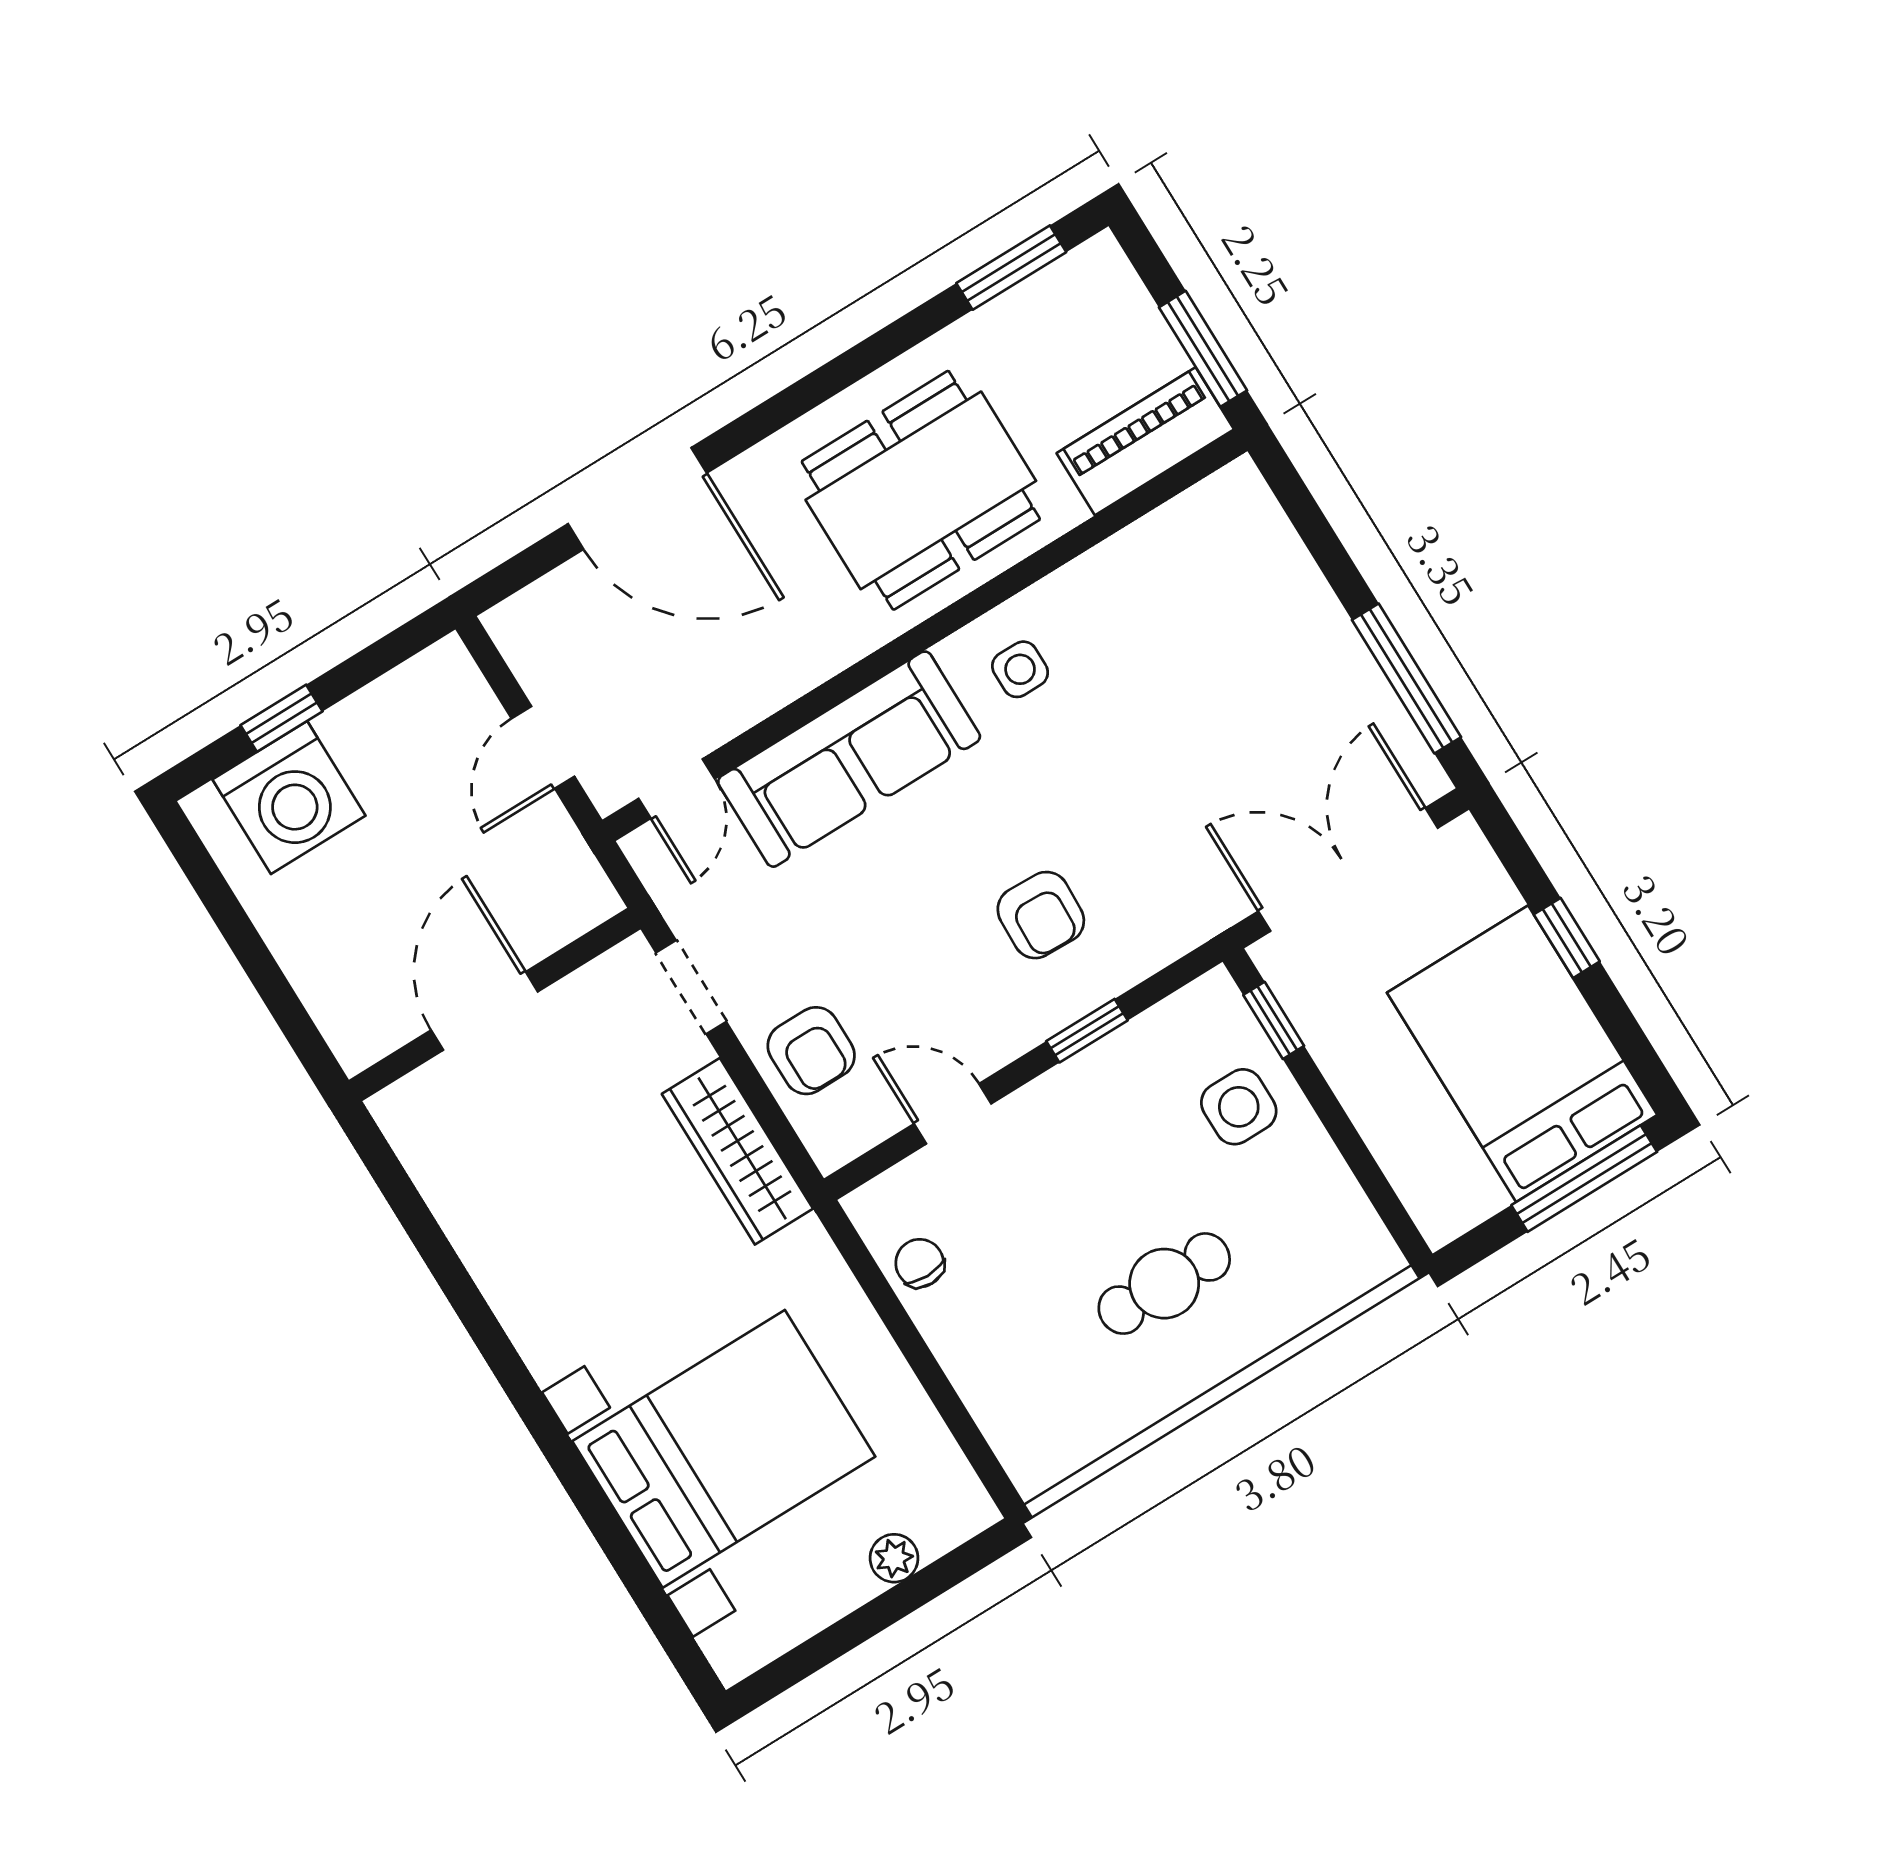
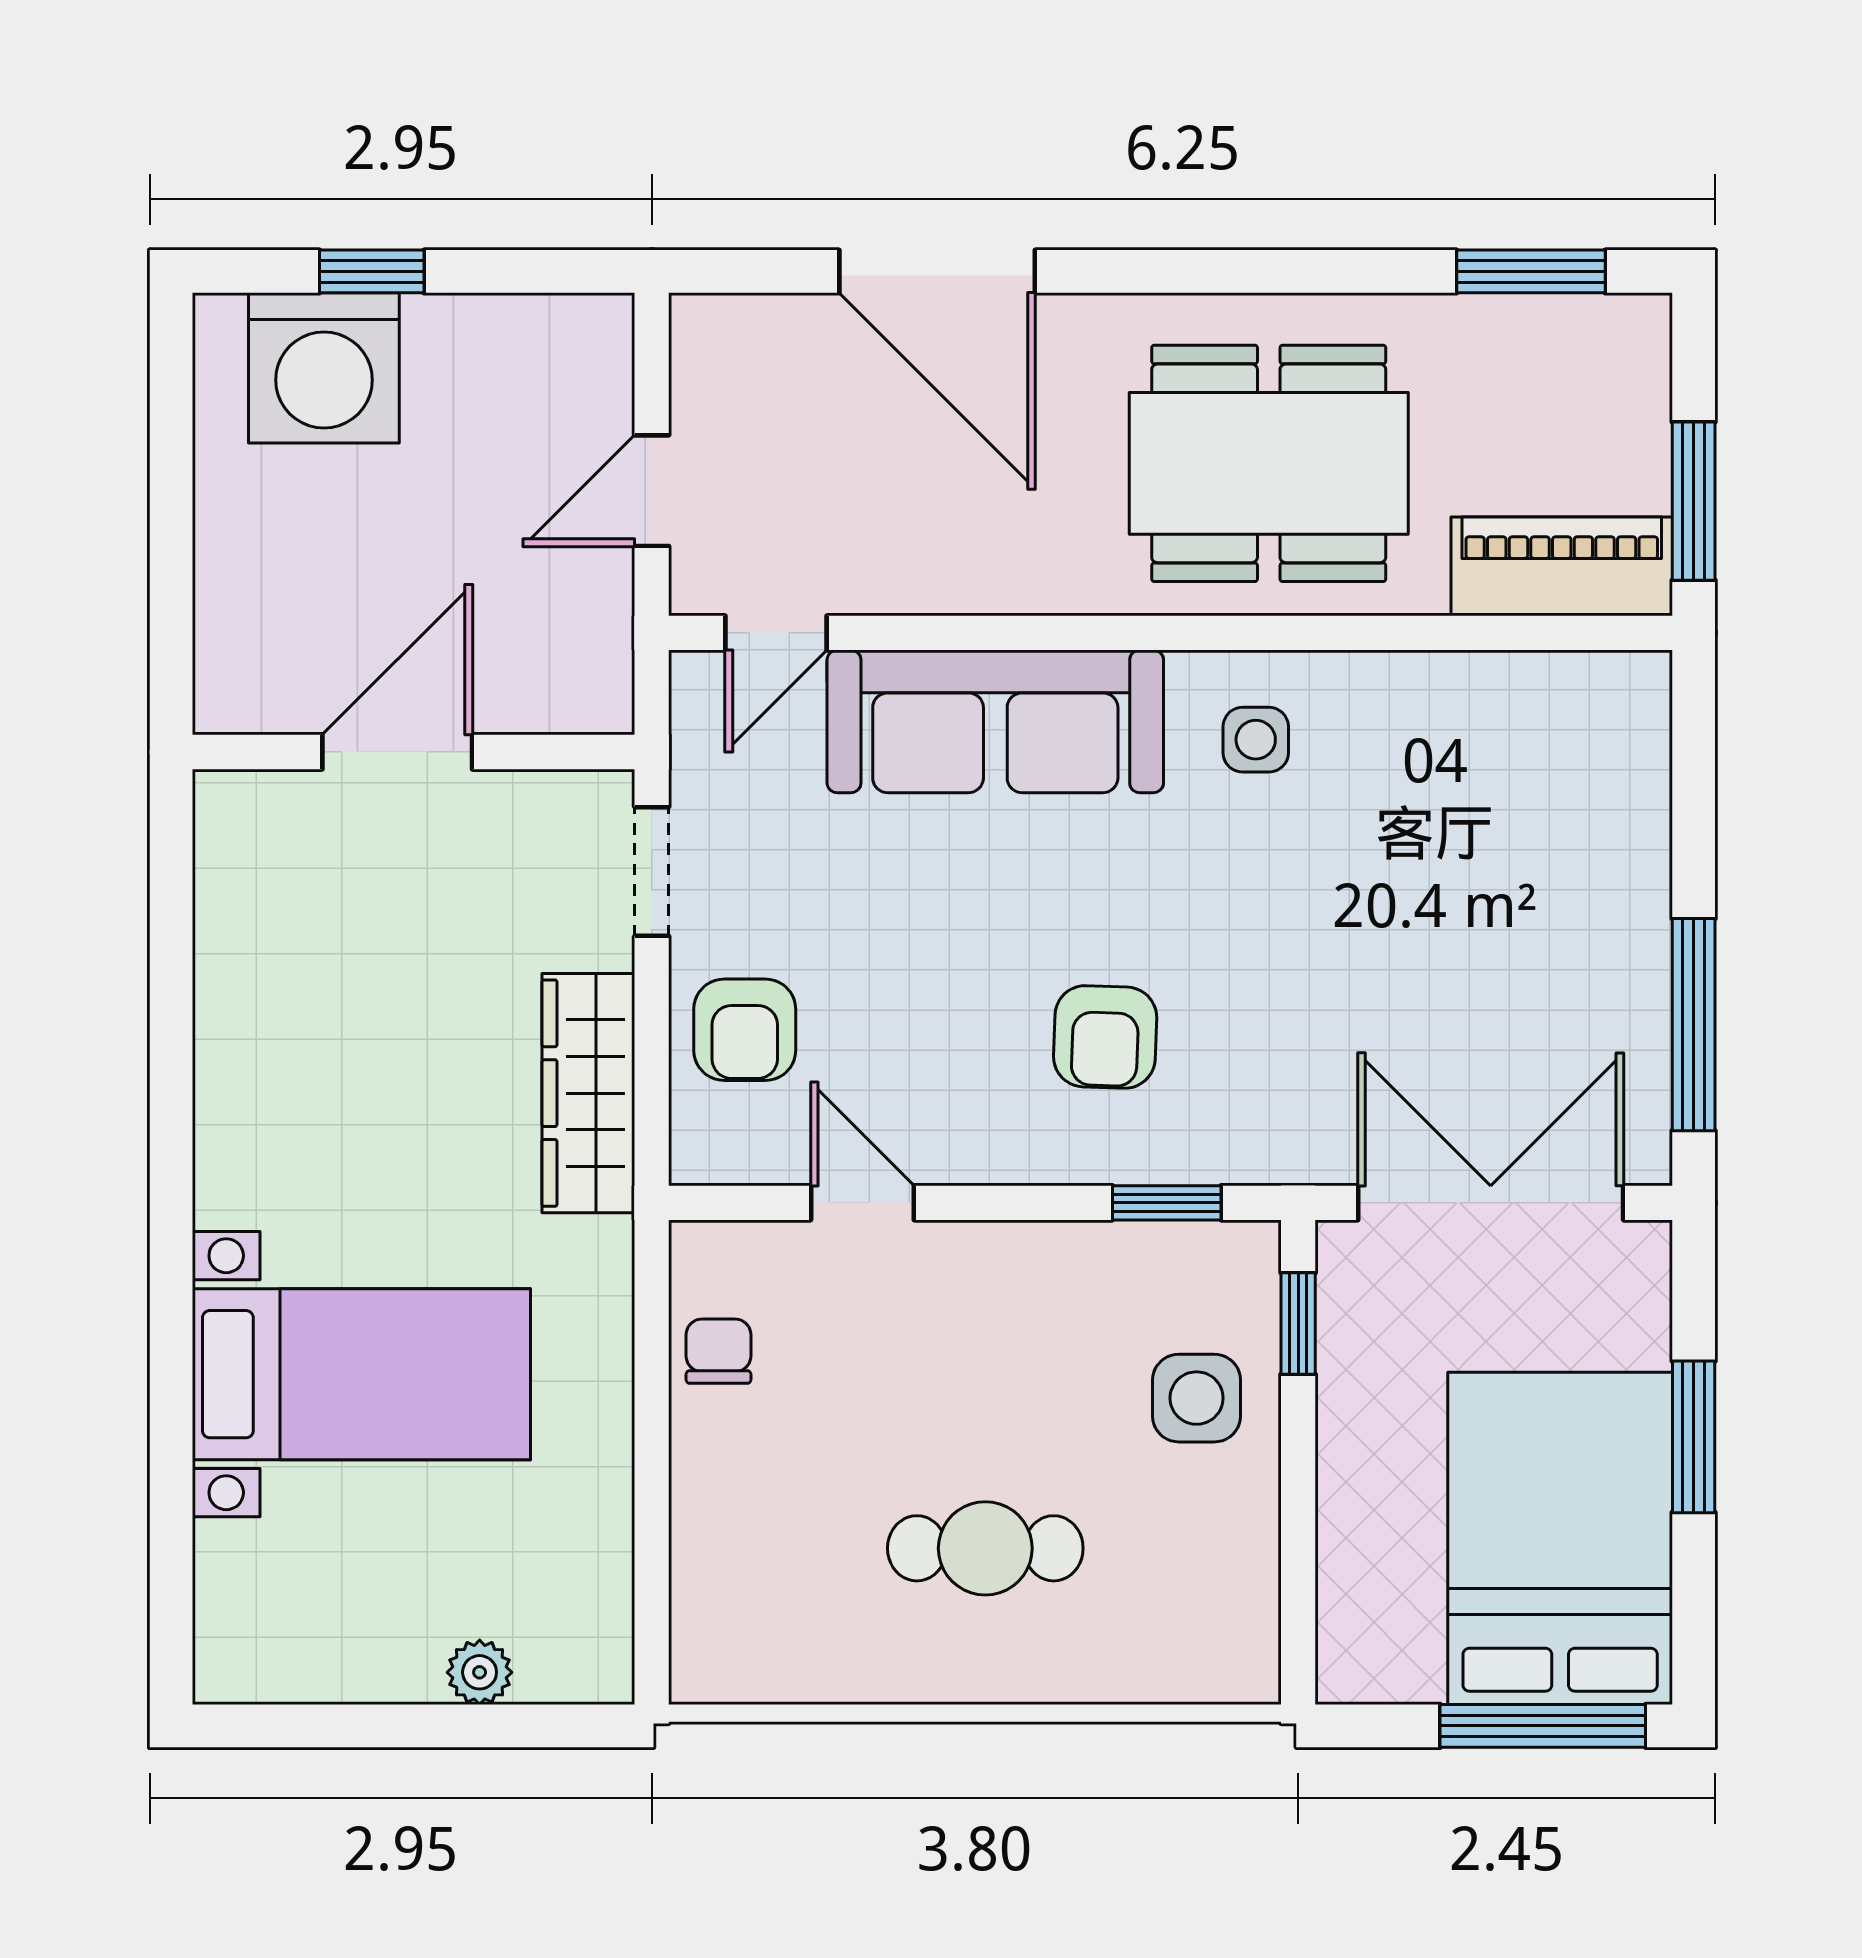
window: (1567, 938) -> (1694, 1437), width x1.50
window: (1087, 1031) -> (1167, 1203), moved
bed with nightstands: (724, 1449) -> (361, 1374), width x0.73

